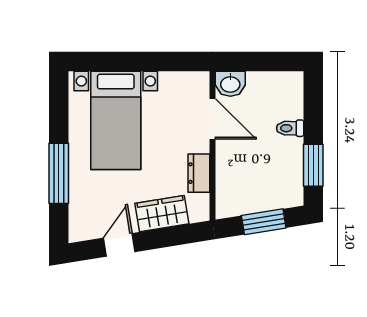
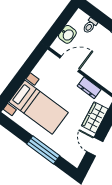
washbasin: (230, 84) -> (67, 34), moved
toilet: (290, 128) -> (90, 26), moved

